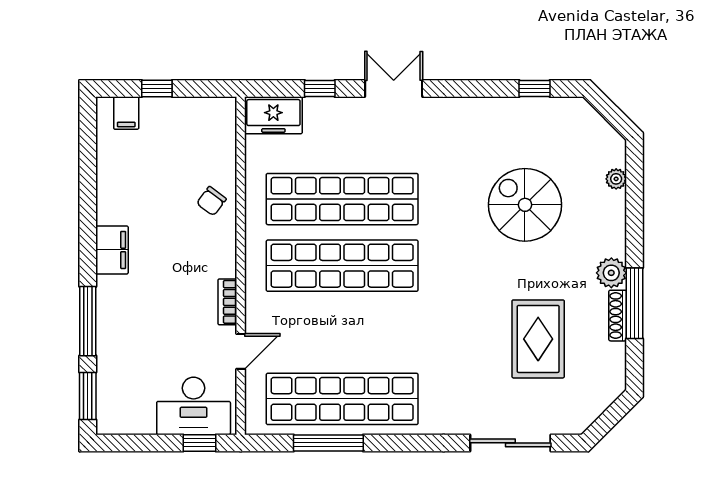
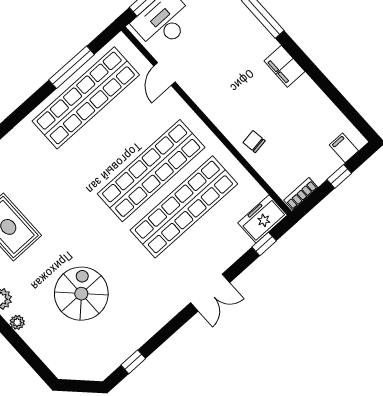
window: (320, 88) -> (264, 244), moved
plant: (616, 179) -> (17, 322), moved
chair: (211, 201) -> (254, 142), turned -45
spiral stairs: (525, 205) -> (81, 294), turned -90
bookcase: (227, 302) -> (301, 194), moved, turned -90

